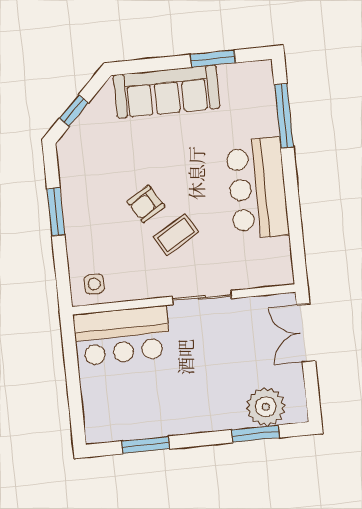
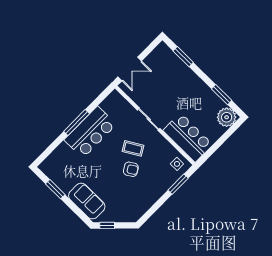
sofa: (167, 92) -> (87, 201), width x0.73
window: (74, 111) -> (107, 225), moved
window: (284, 116) -> (77, 123), moved
window: (56, 212) -> (178, 184), moved
plant: (266, 407) -> (227, 117), moved

